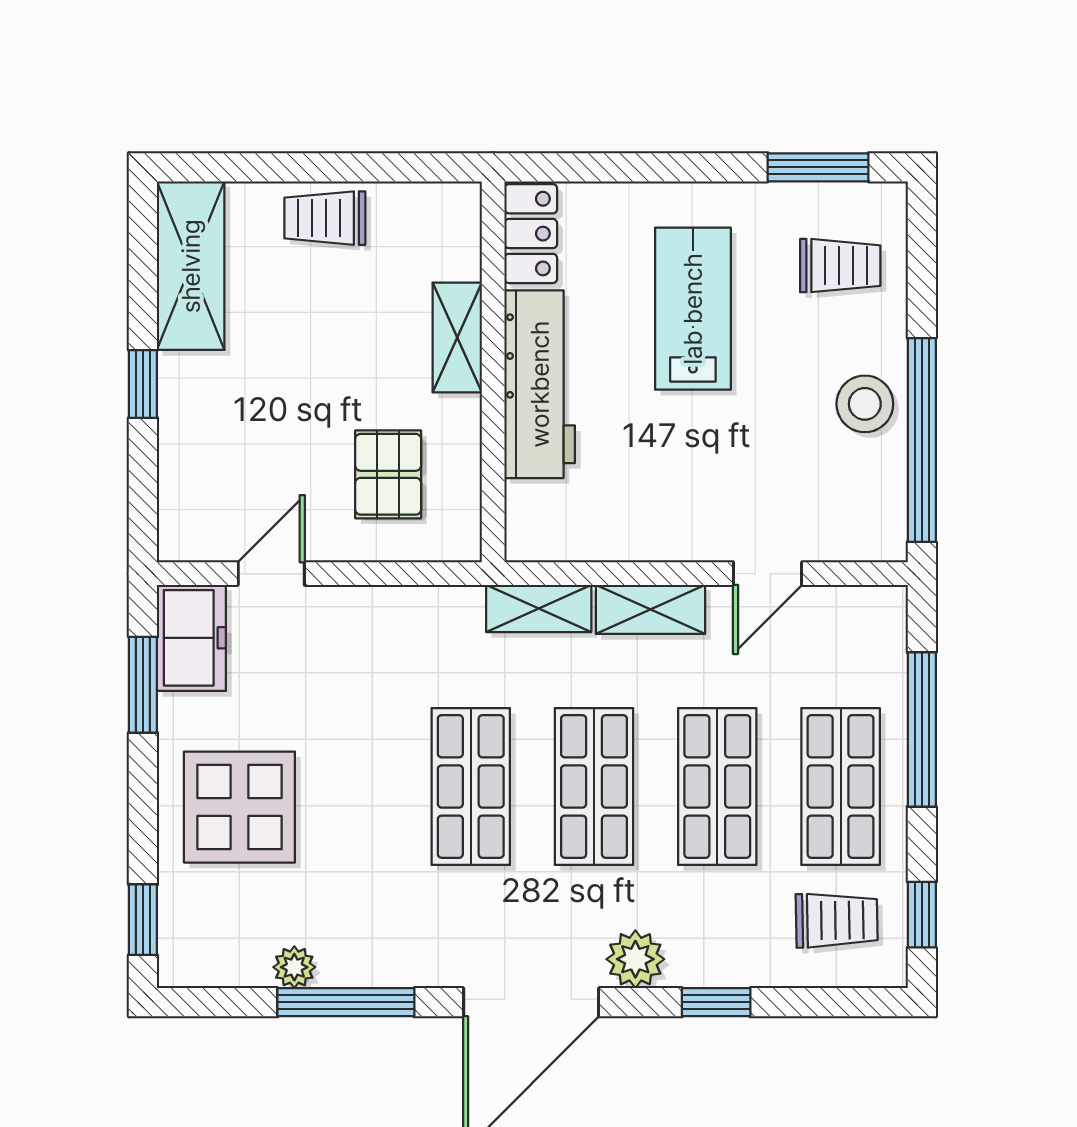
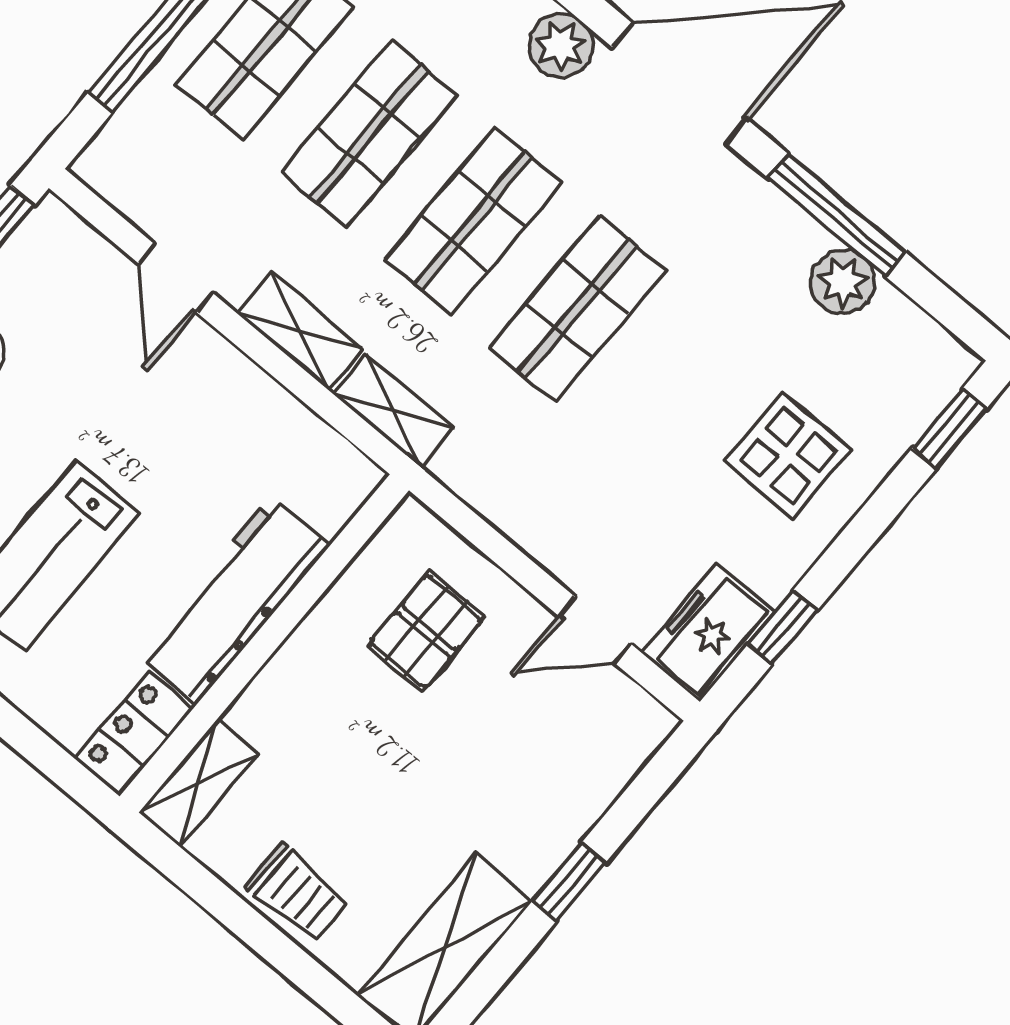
shelving: (457, 338) -> (198, 784), moved
door: (768, 574) -> (175, 278), swing flipped
window: (143, 685) -> (783, 627), width x0.67
display table: (239, 807) -> (788, 455), width x0.73, depth x0.73
plant: (294, 967) -> (843, 282), width x1.38, depth x1.38

